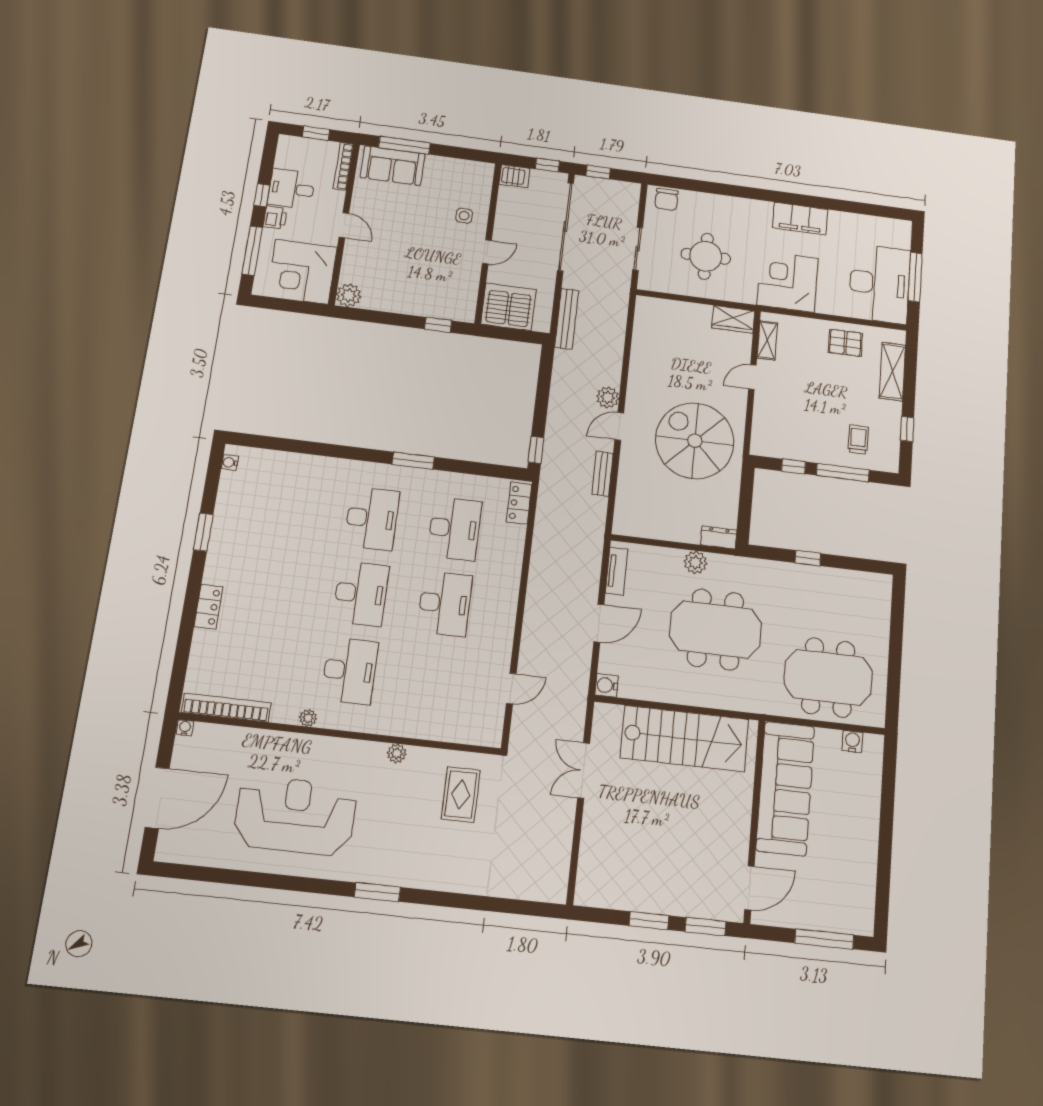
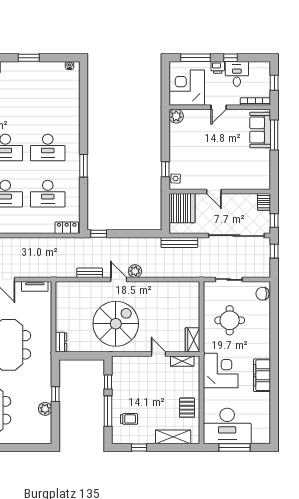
side table: (464, 216) -> (176, 179), moved
plant: (695, 562) -> (45, 409), moved

